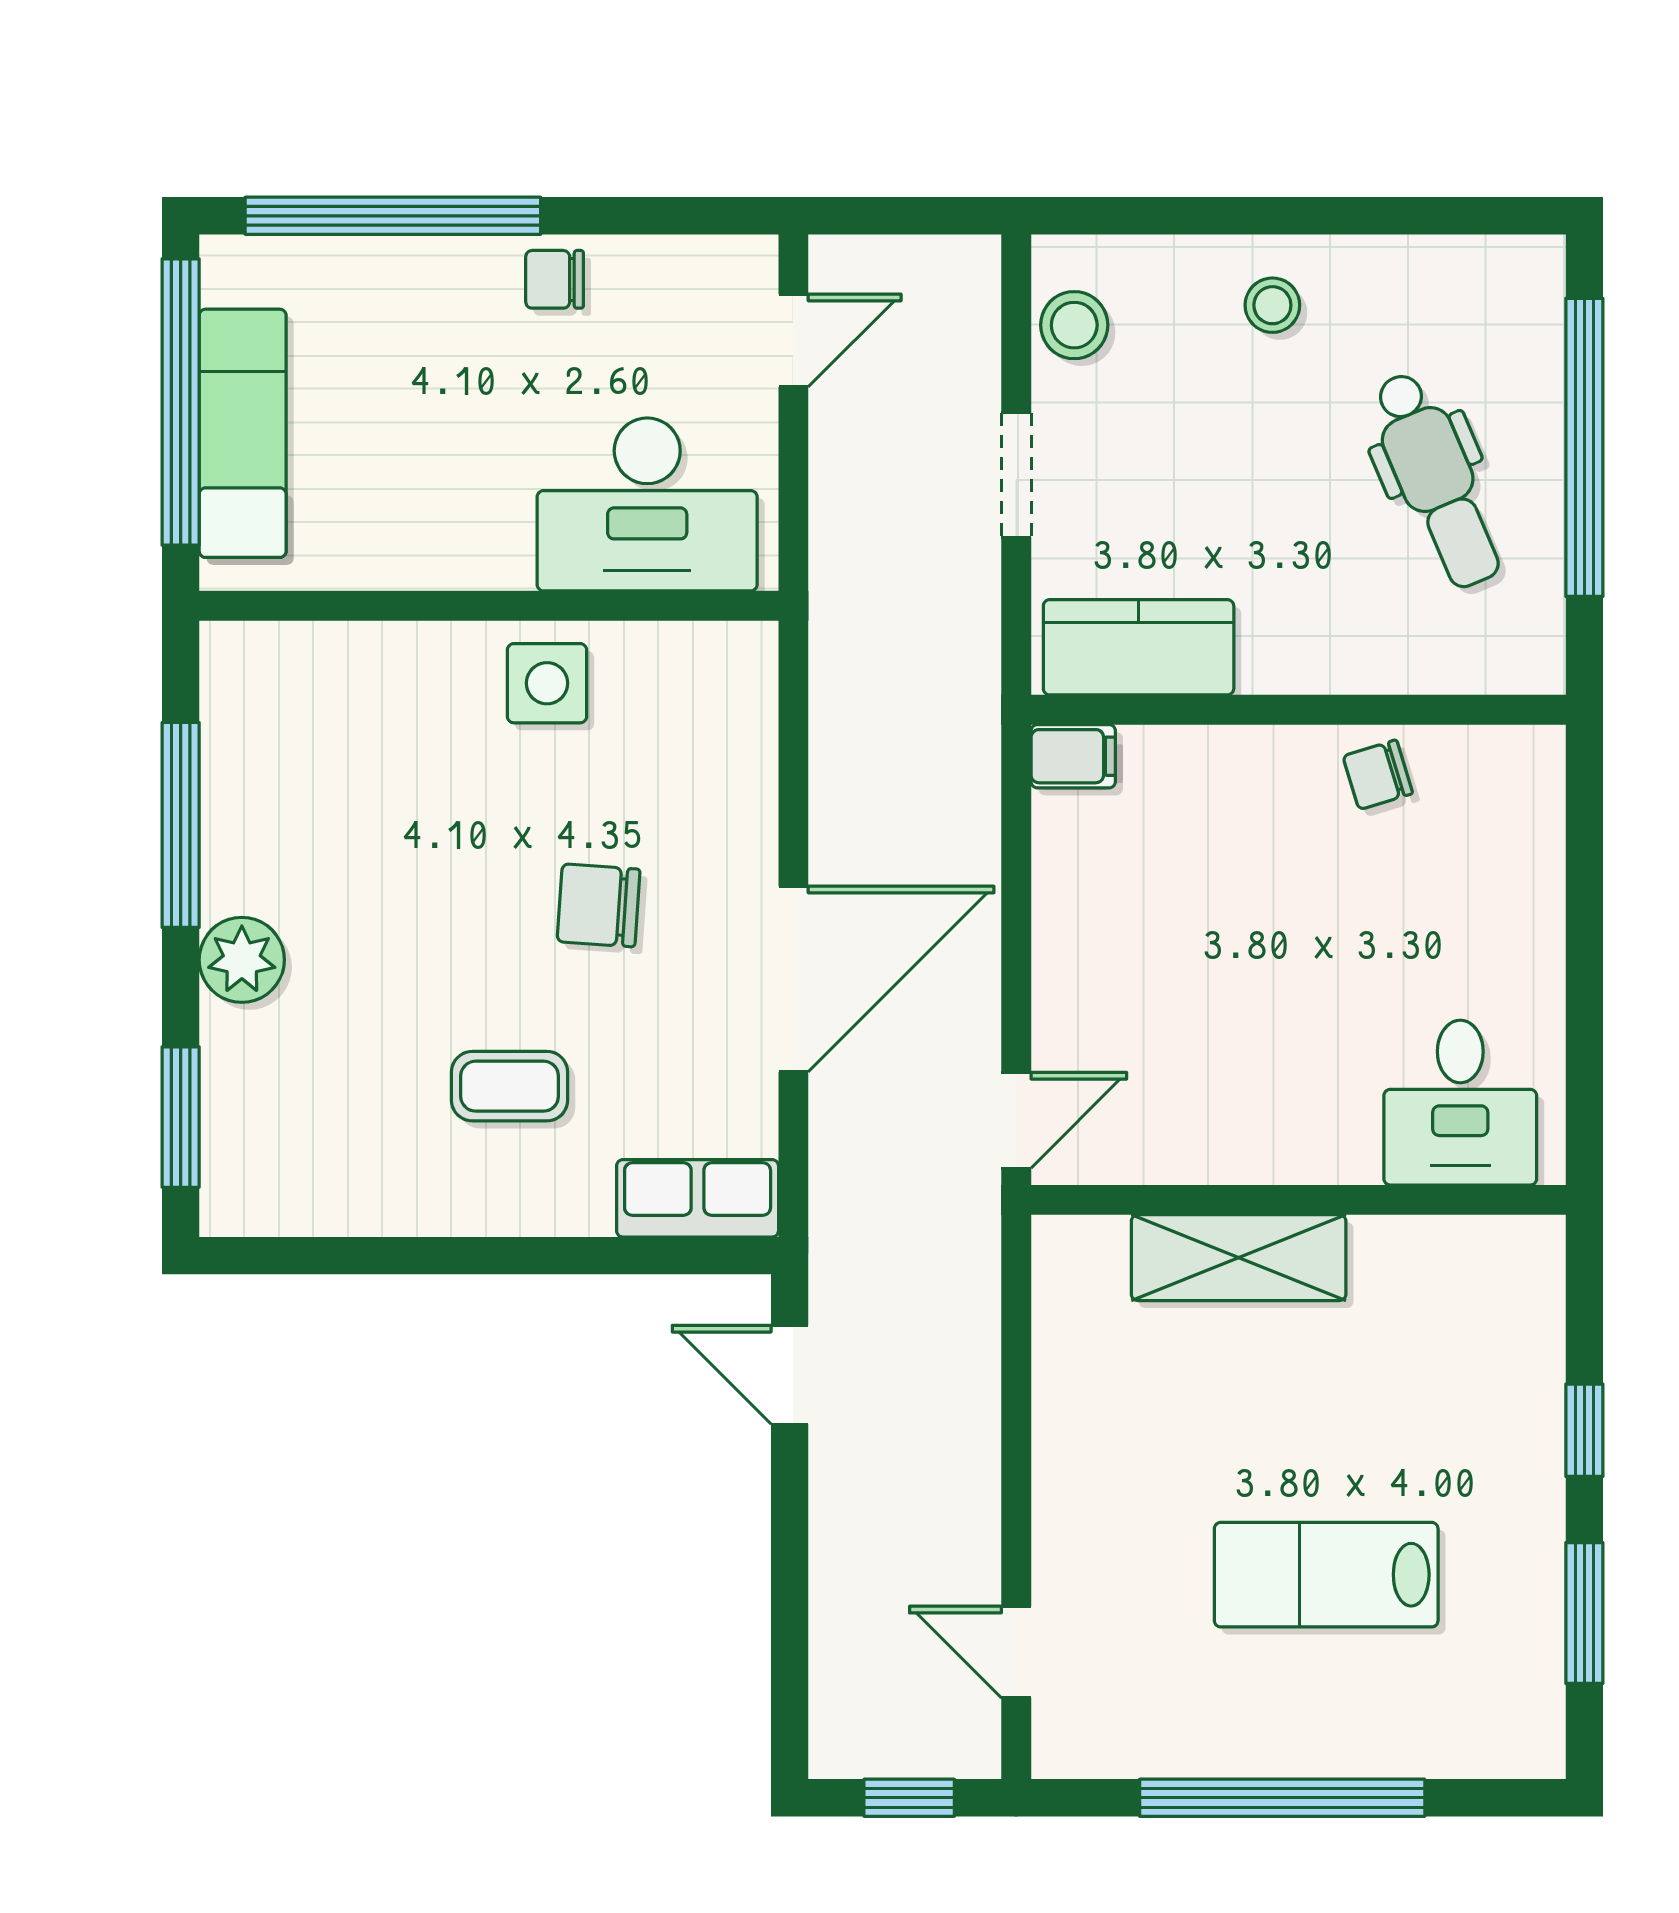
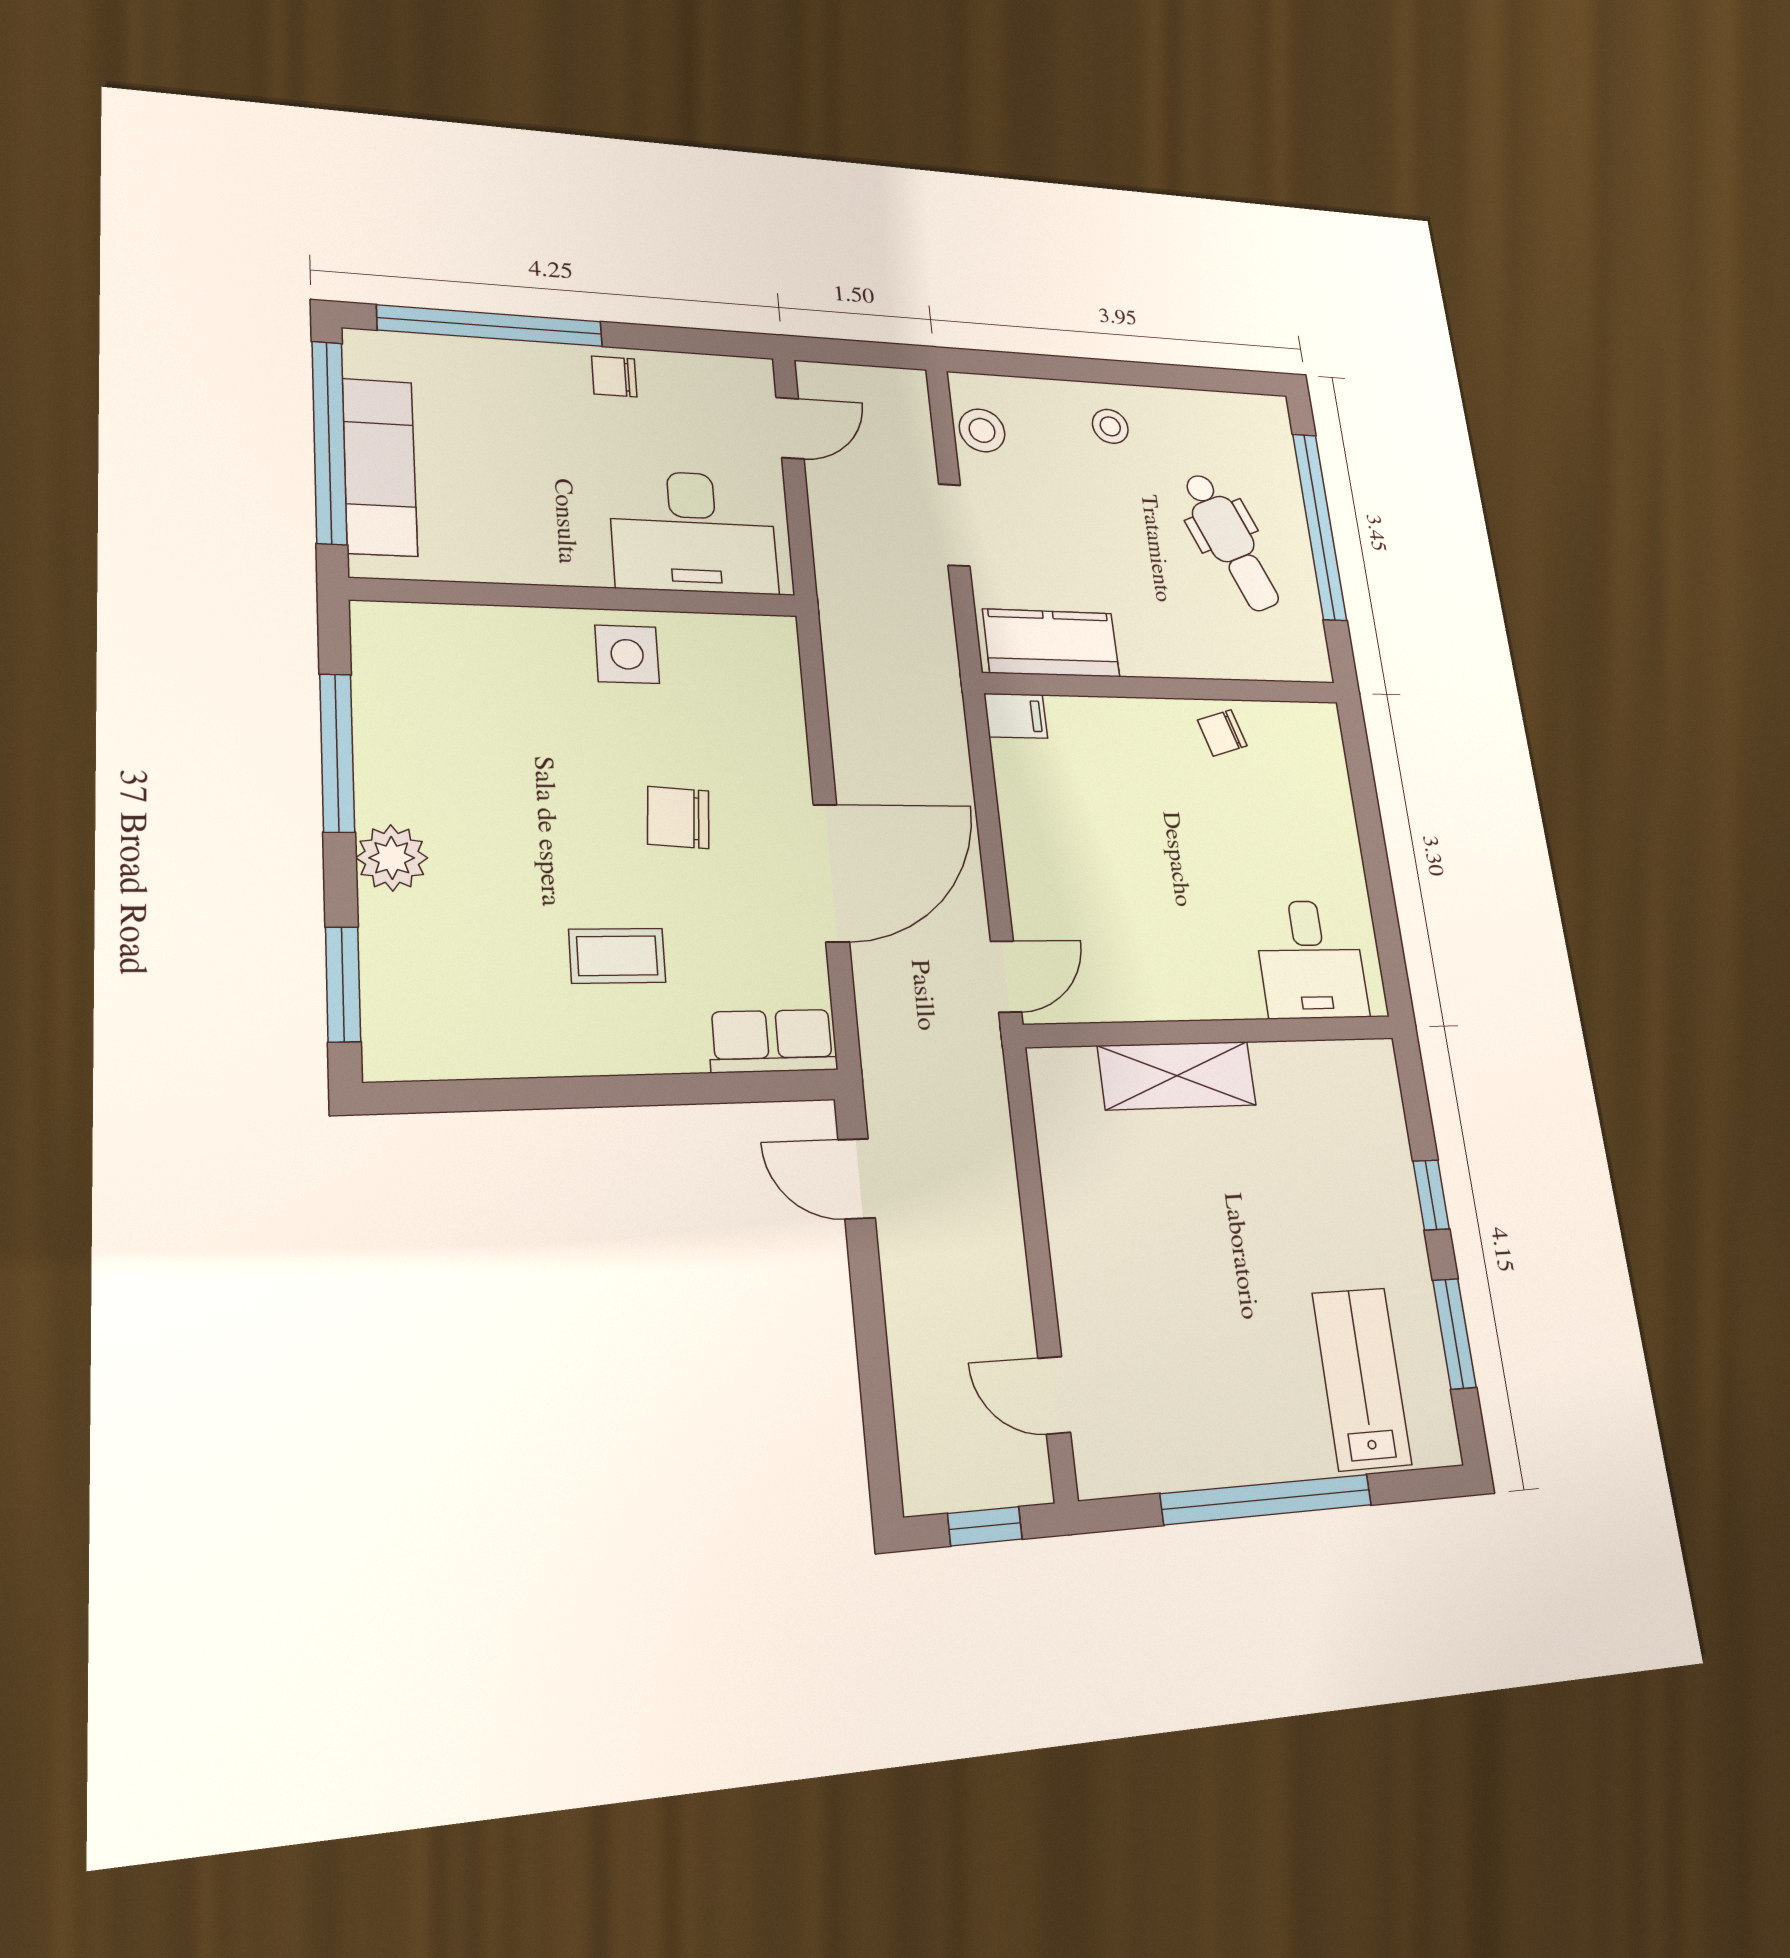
lab bench: (1326, 1575) -> (1362, 1378), moved, turned 90

